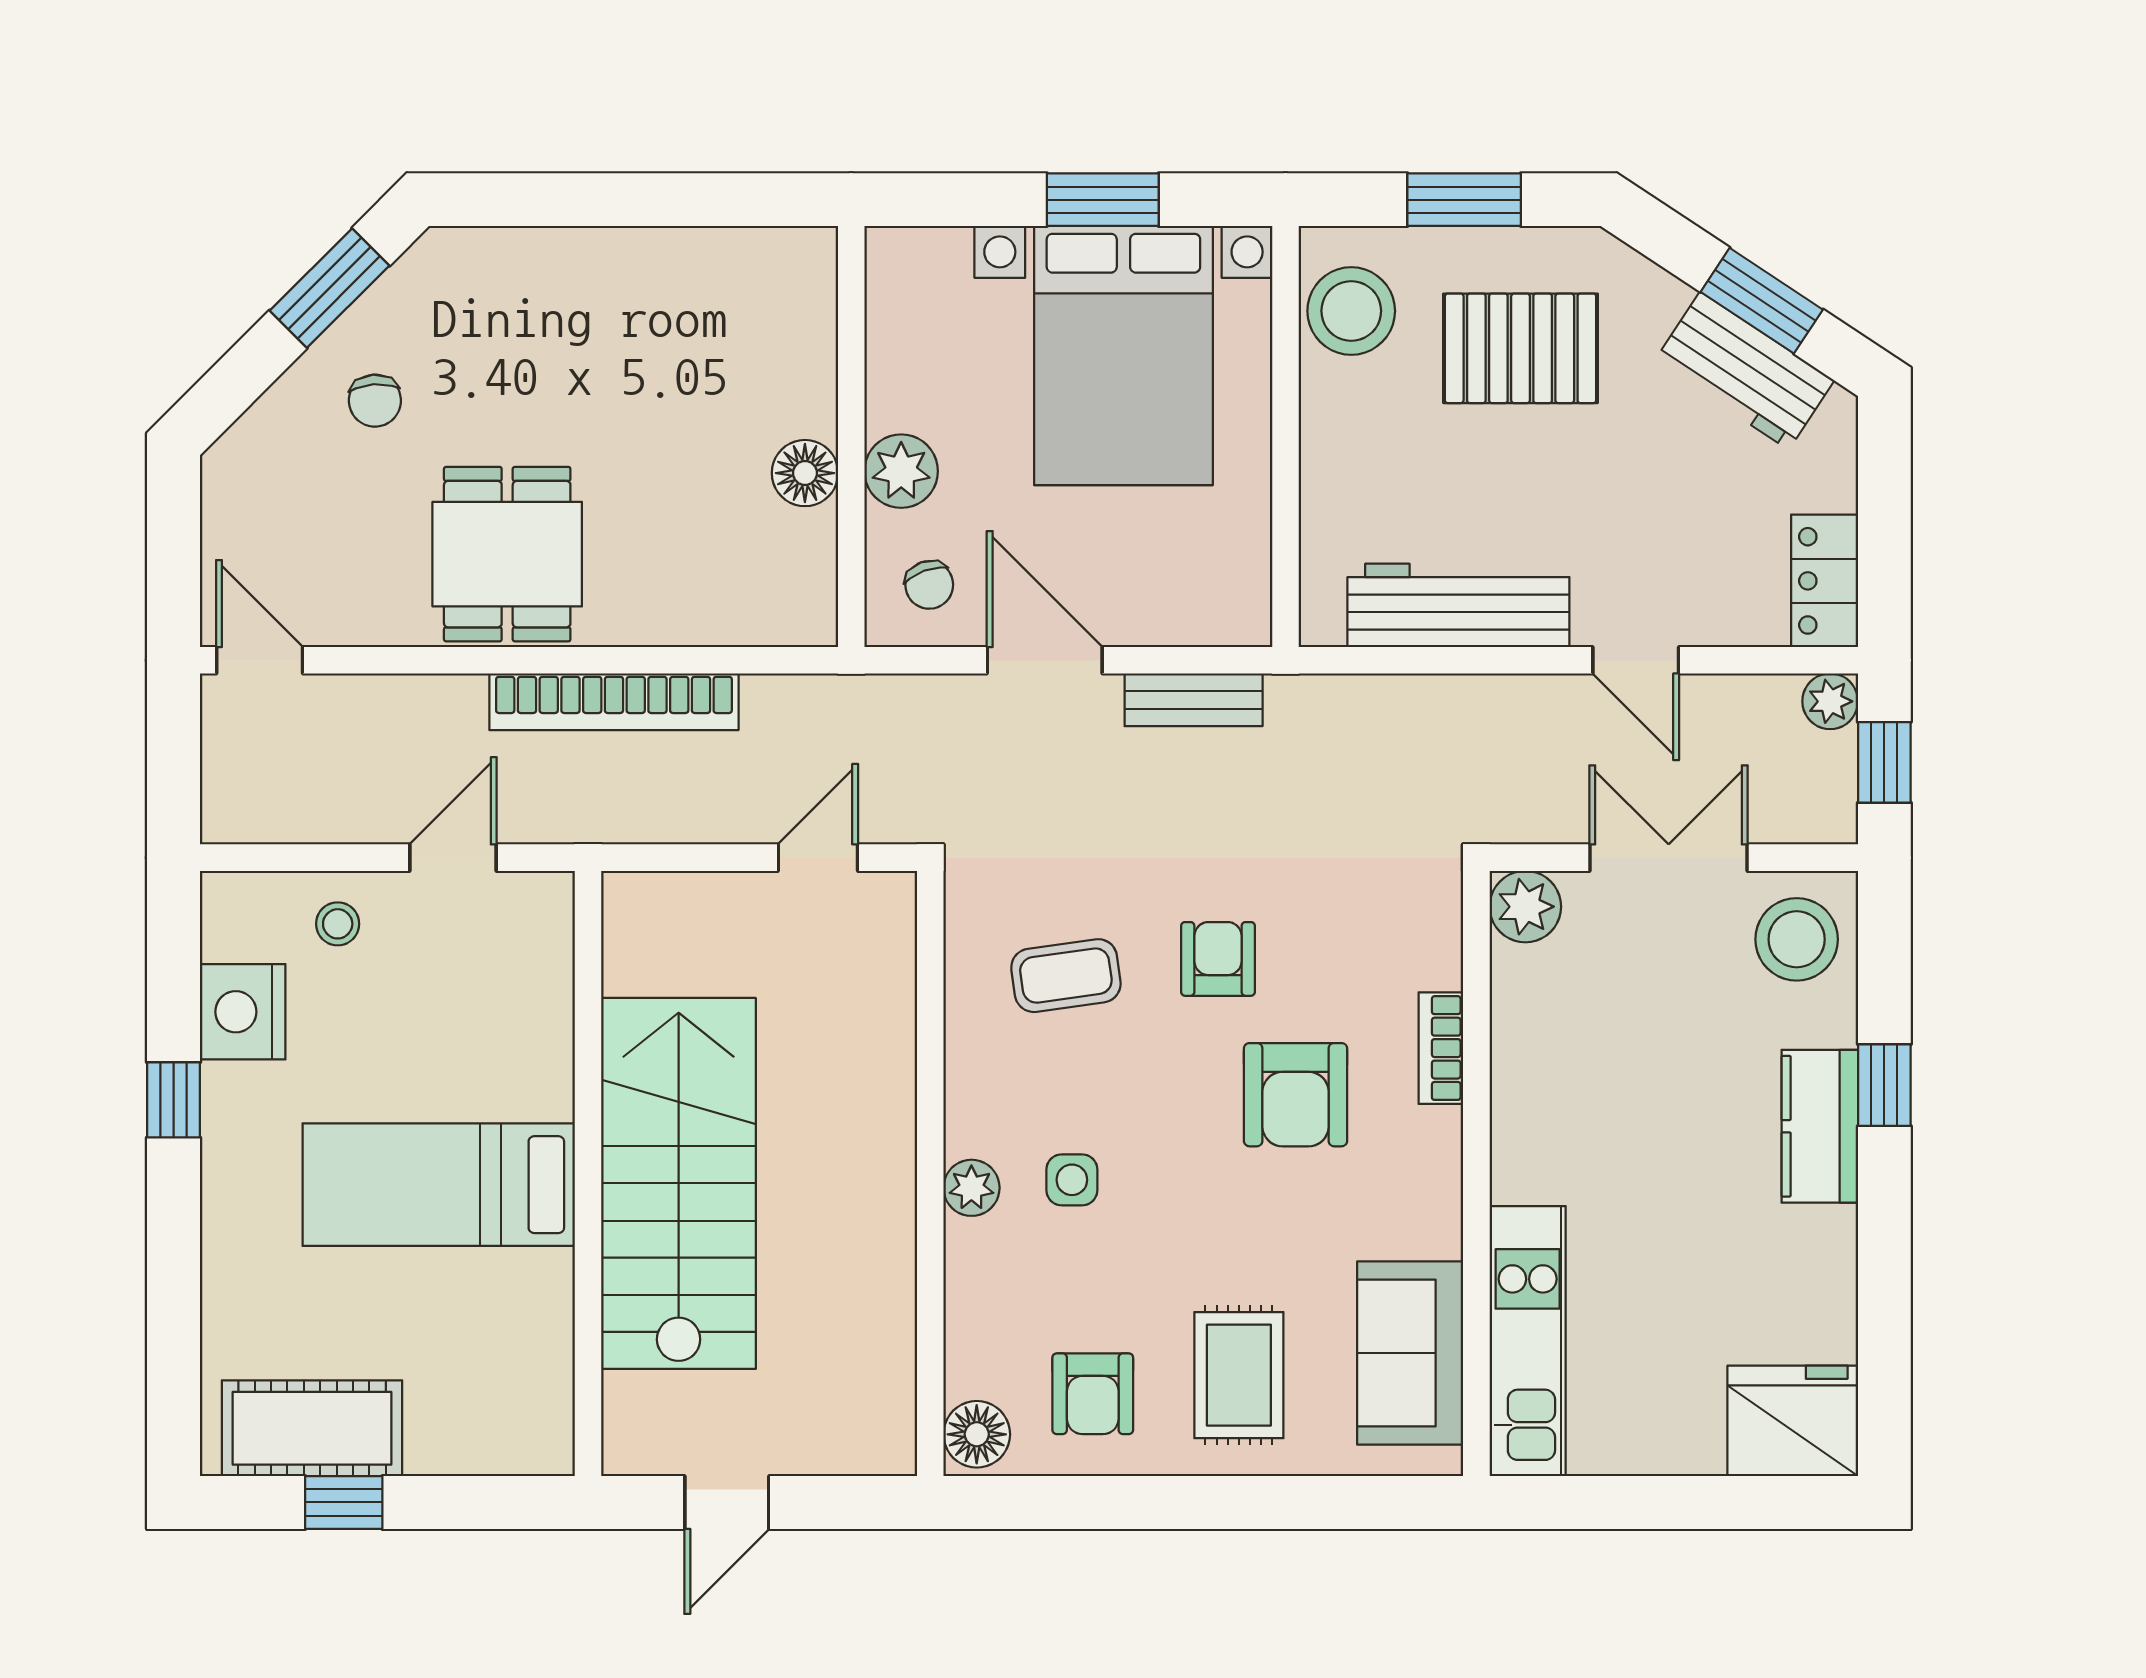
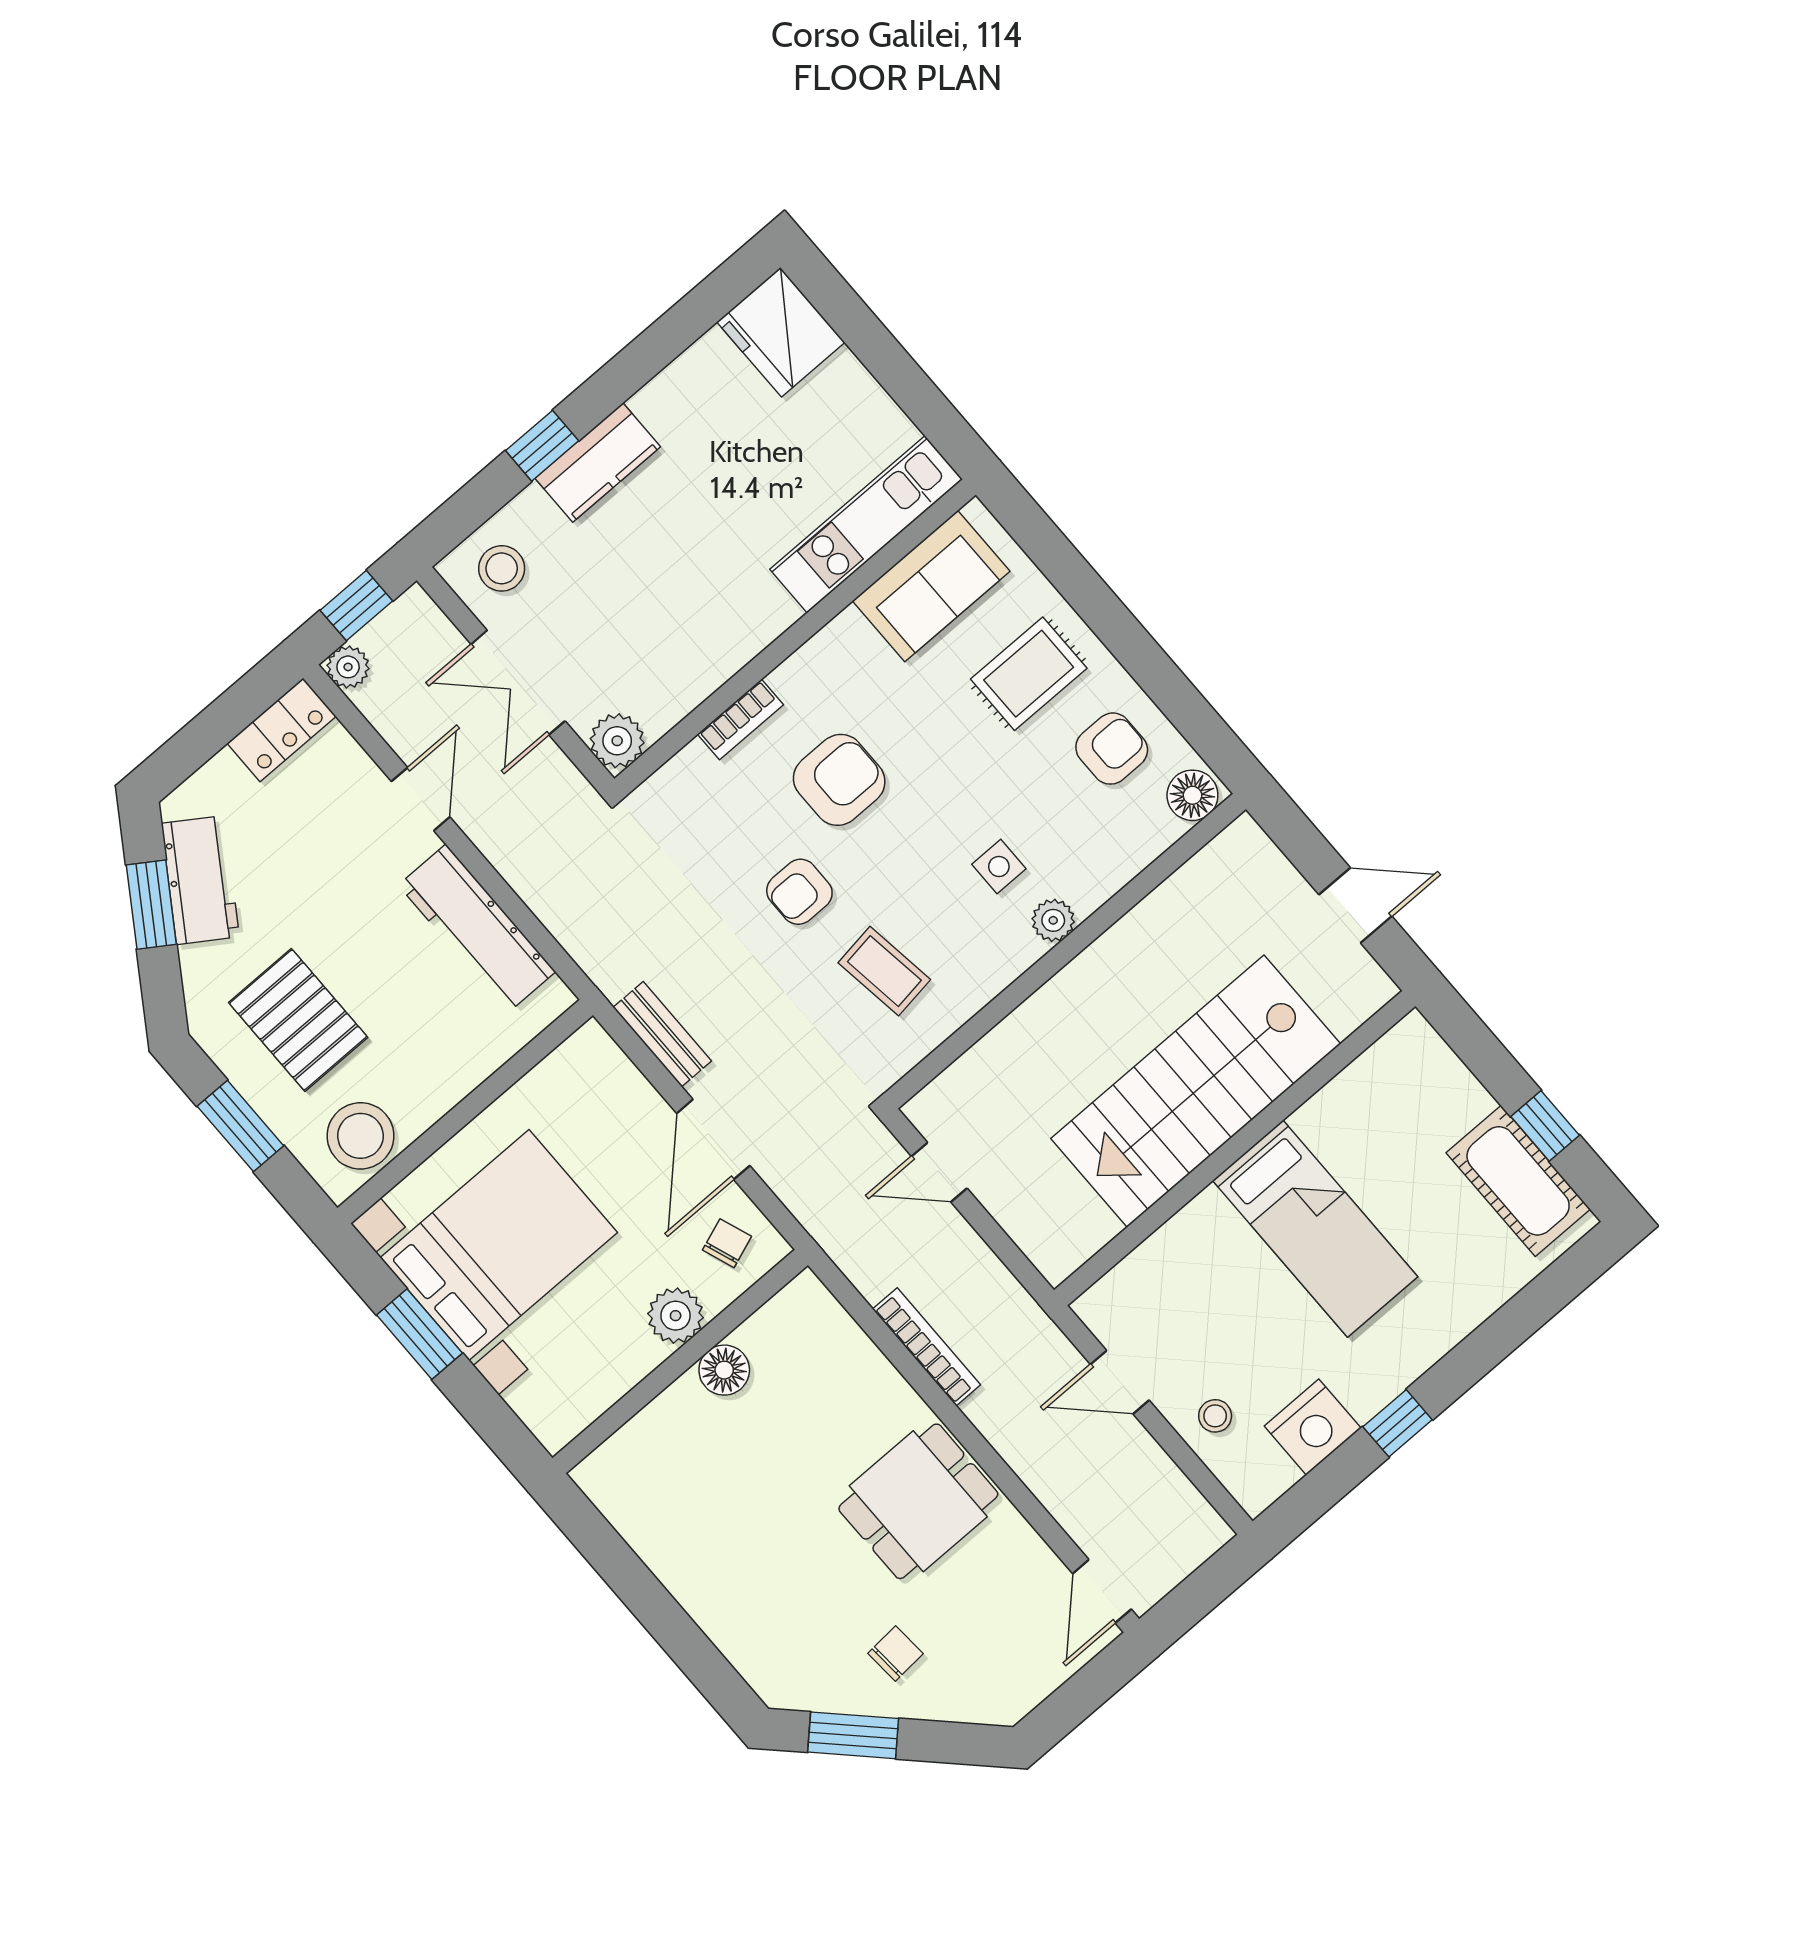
bookcase: (614, 702) -> (927, 1347), width x0.68, depth x0.76
stool: (1797, 939) -> (502, 568), width x0.73, depth x0.73

